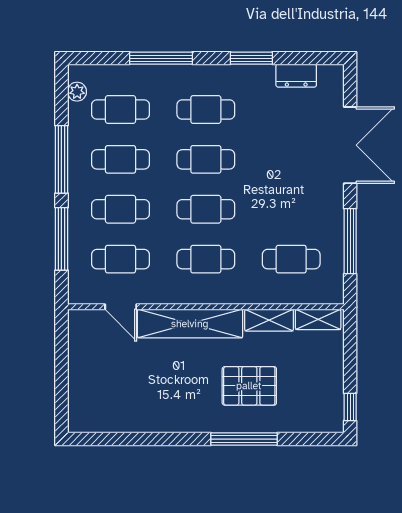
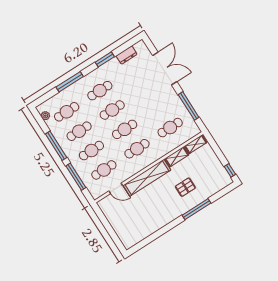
pallet: (249, 386) -> (185, 187), width x0.67, depth x0.71

